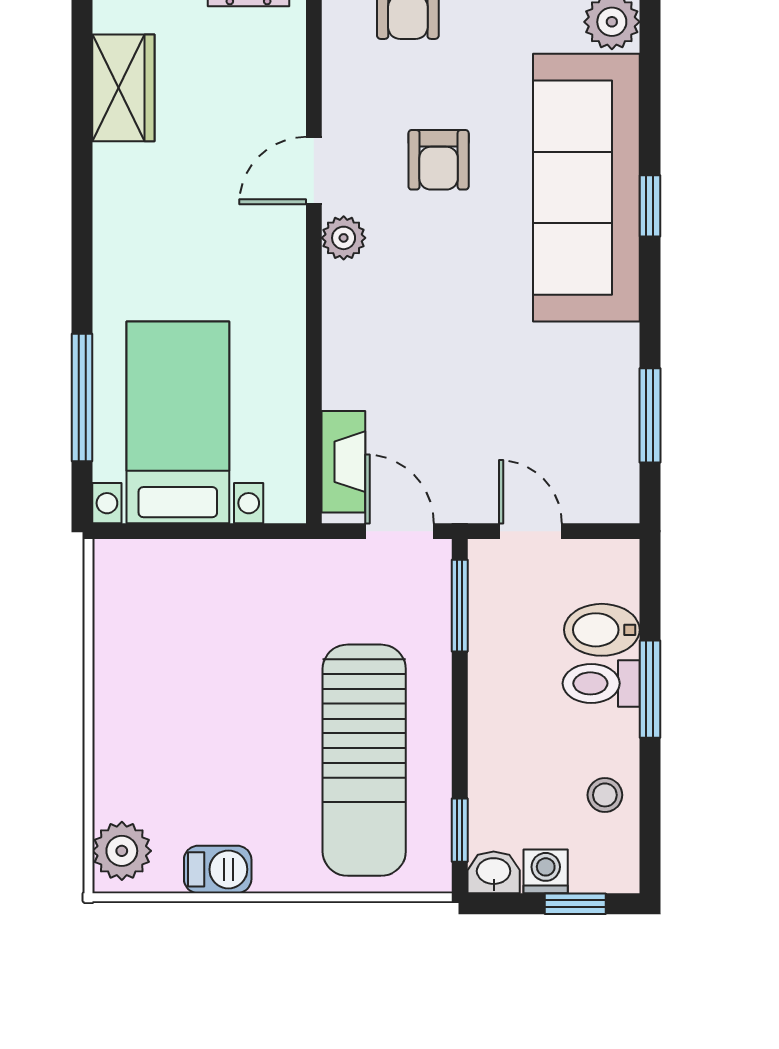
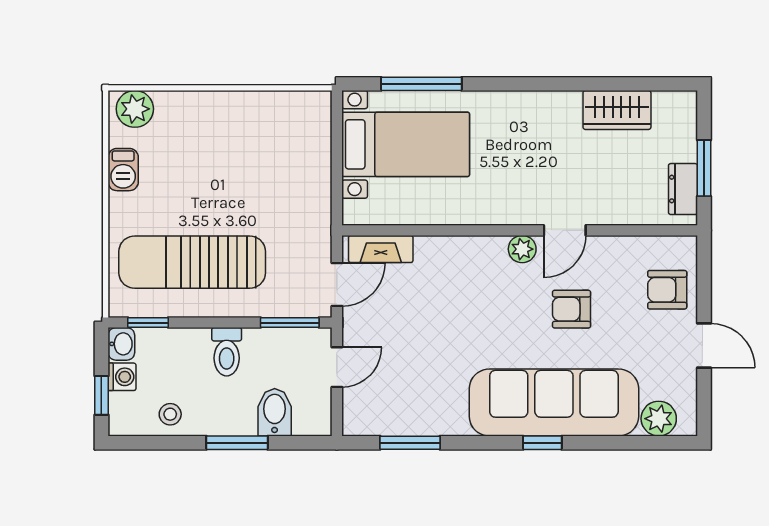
door: (314, 171) -> (565, 230), swing flipped
toilet: (601, 683) -> (227, 352), moved, turned 180

